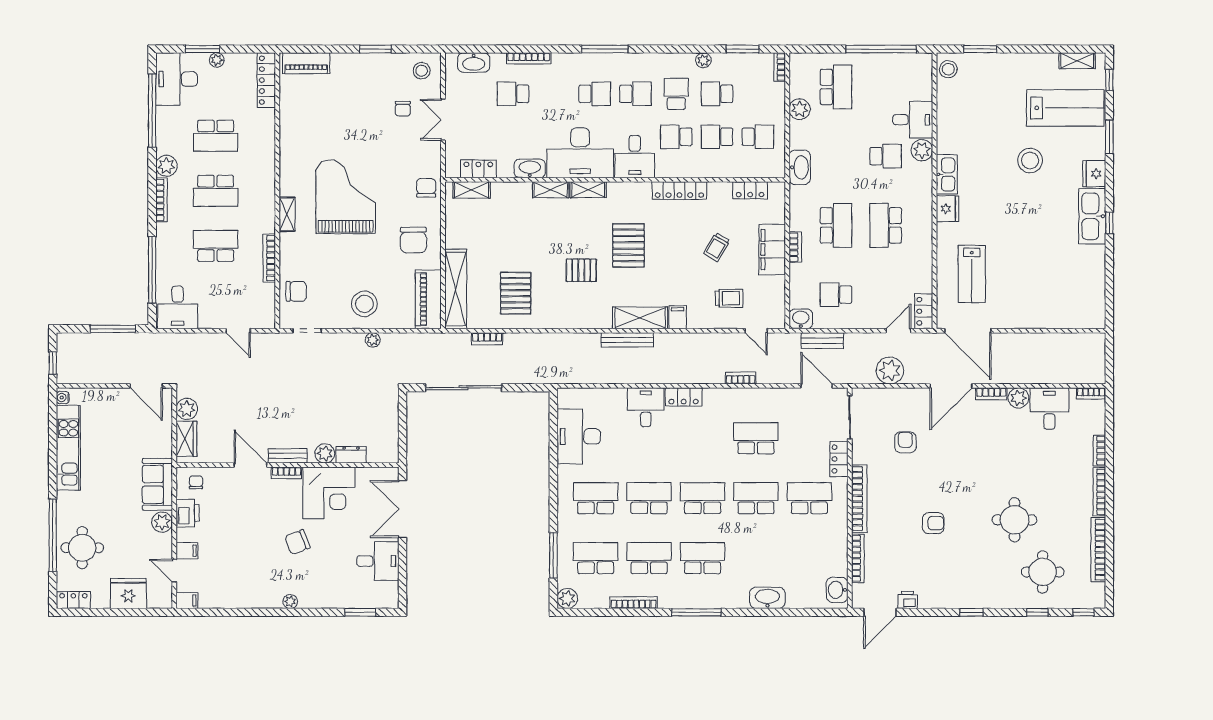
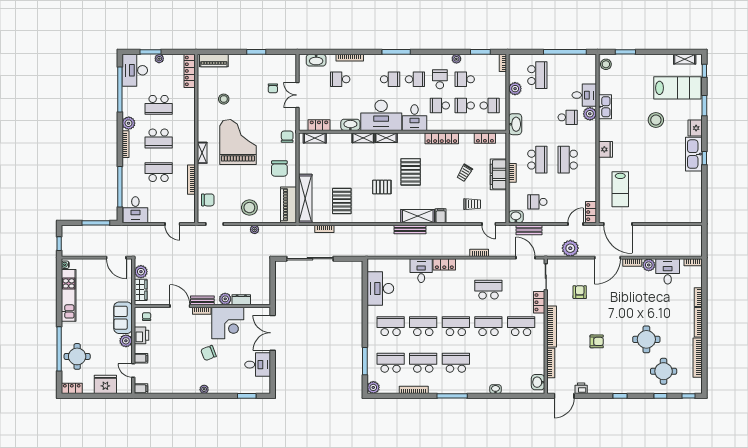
stool: (422, 71) -> (224, 99), moved
kitchen sink: (947, 174) -> (605, 107), moved
washbasin: (767, 598) -> (495, 389), width x0.52, depth x0.69

